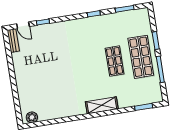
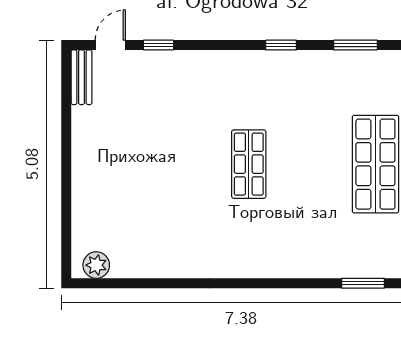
door: (23, 25) -> (110, 45), swing flipped
shop shelf: (115, 61) -> (249, 164), moved
shelving: (102, 105) -> (265, 263), removed

